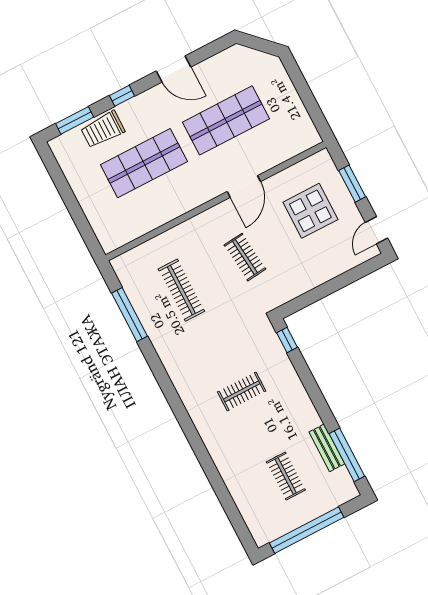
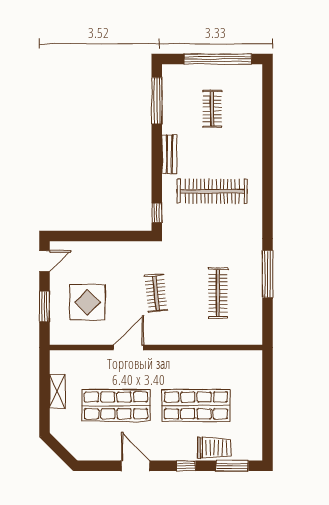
shelving: (294, 104) -> (57, 391), added
window: (130, 315) -> (268, 274), moved
clothes rail: (242, 391) -> (212, 191), width x1.86, depth x1.31
bench: (327, 448) -> (169, 154), moved

